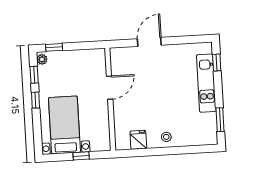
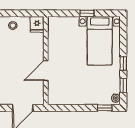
door: (110, 88) -> (46, 71), moved
wall: (110, 99) -> (46, 61), moved

